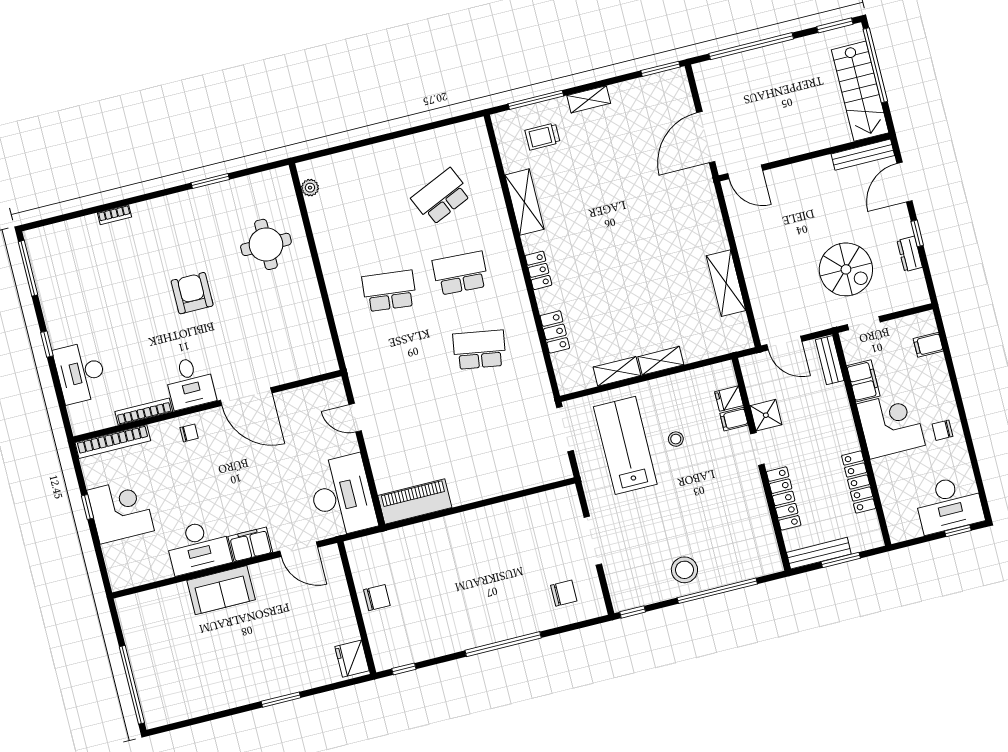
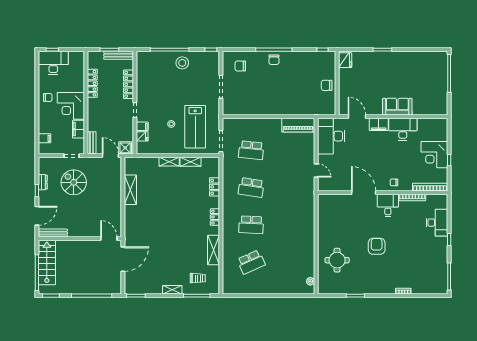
school desk: (389, 291) -> (251, 150), moved
armchair: (192, 293) -> (377, 246), turned 180
shower: (766, 415) -> (125, 148), moved
chair: (498, 623) -> (274, 60), added

